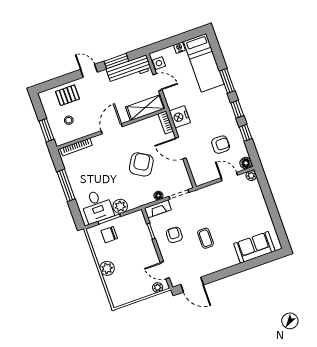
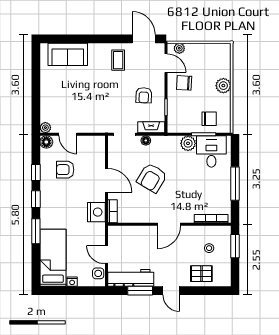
shelving: (145, 108) -> (128, 234), removed
coffee table: (206, 238) -> (118, 60), moved
chair: (143, 258) -> (184, 83), added

